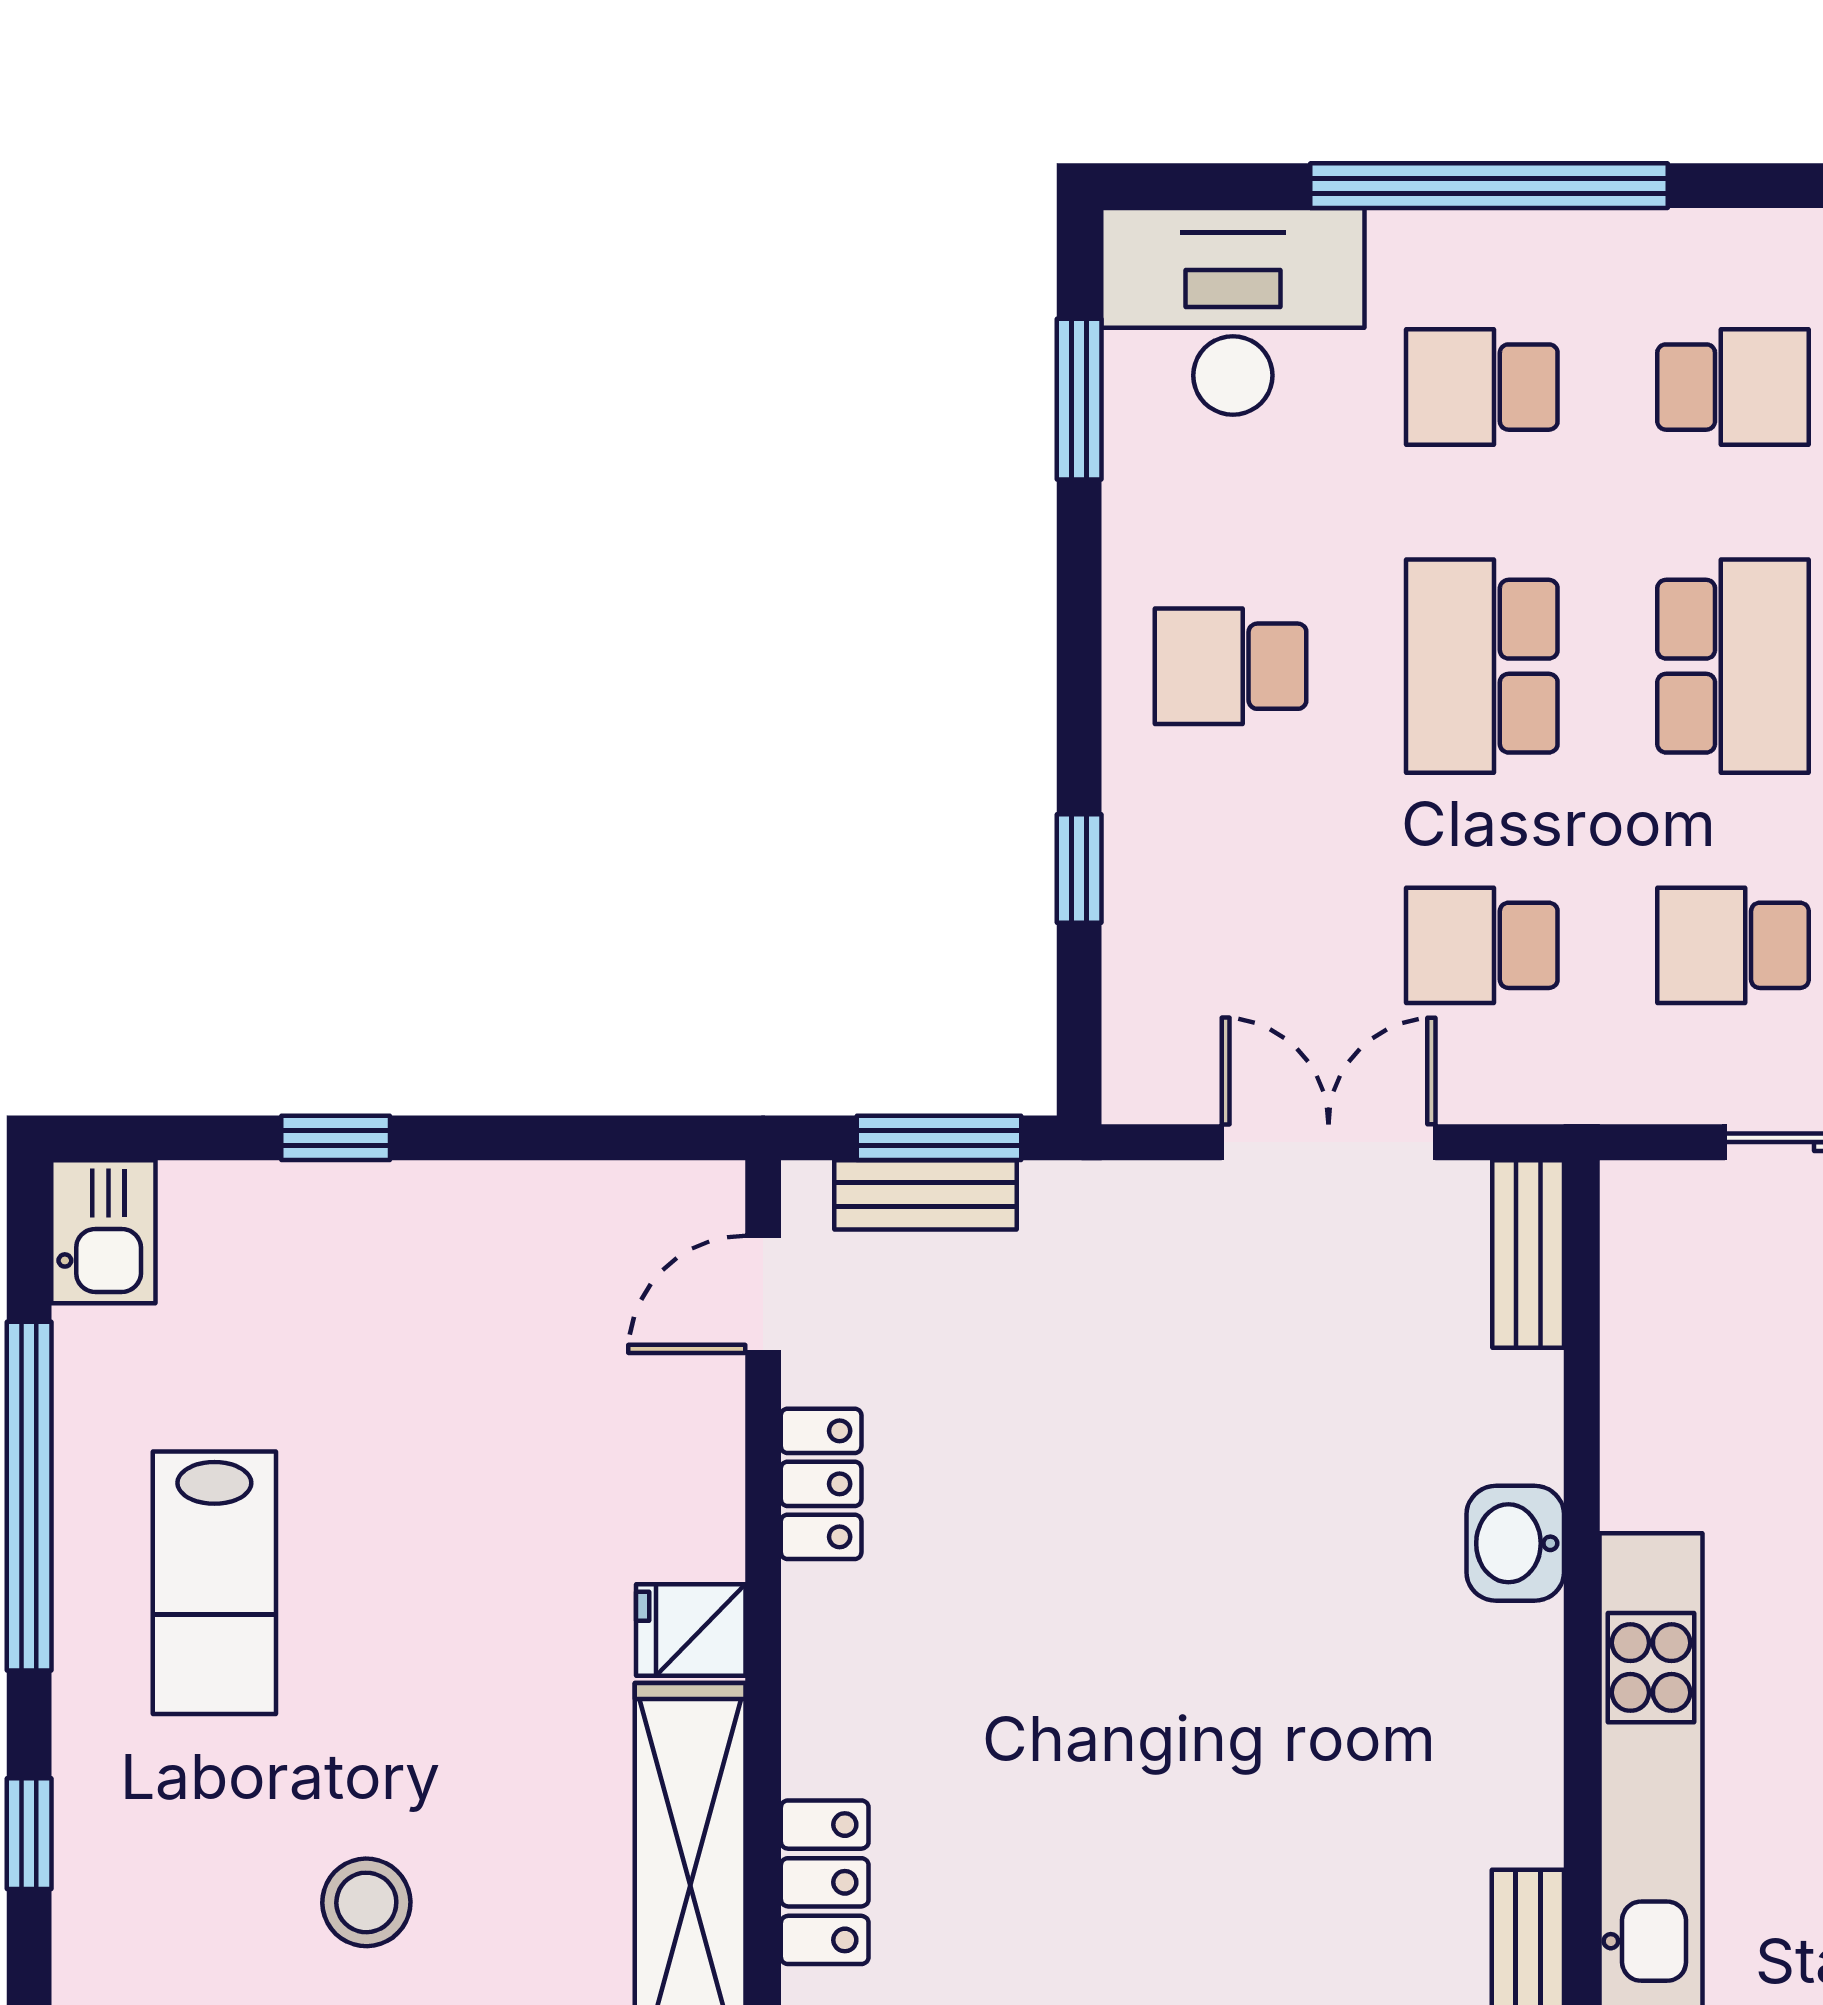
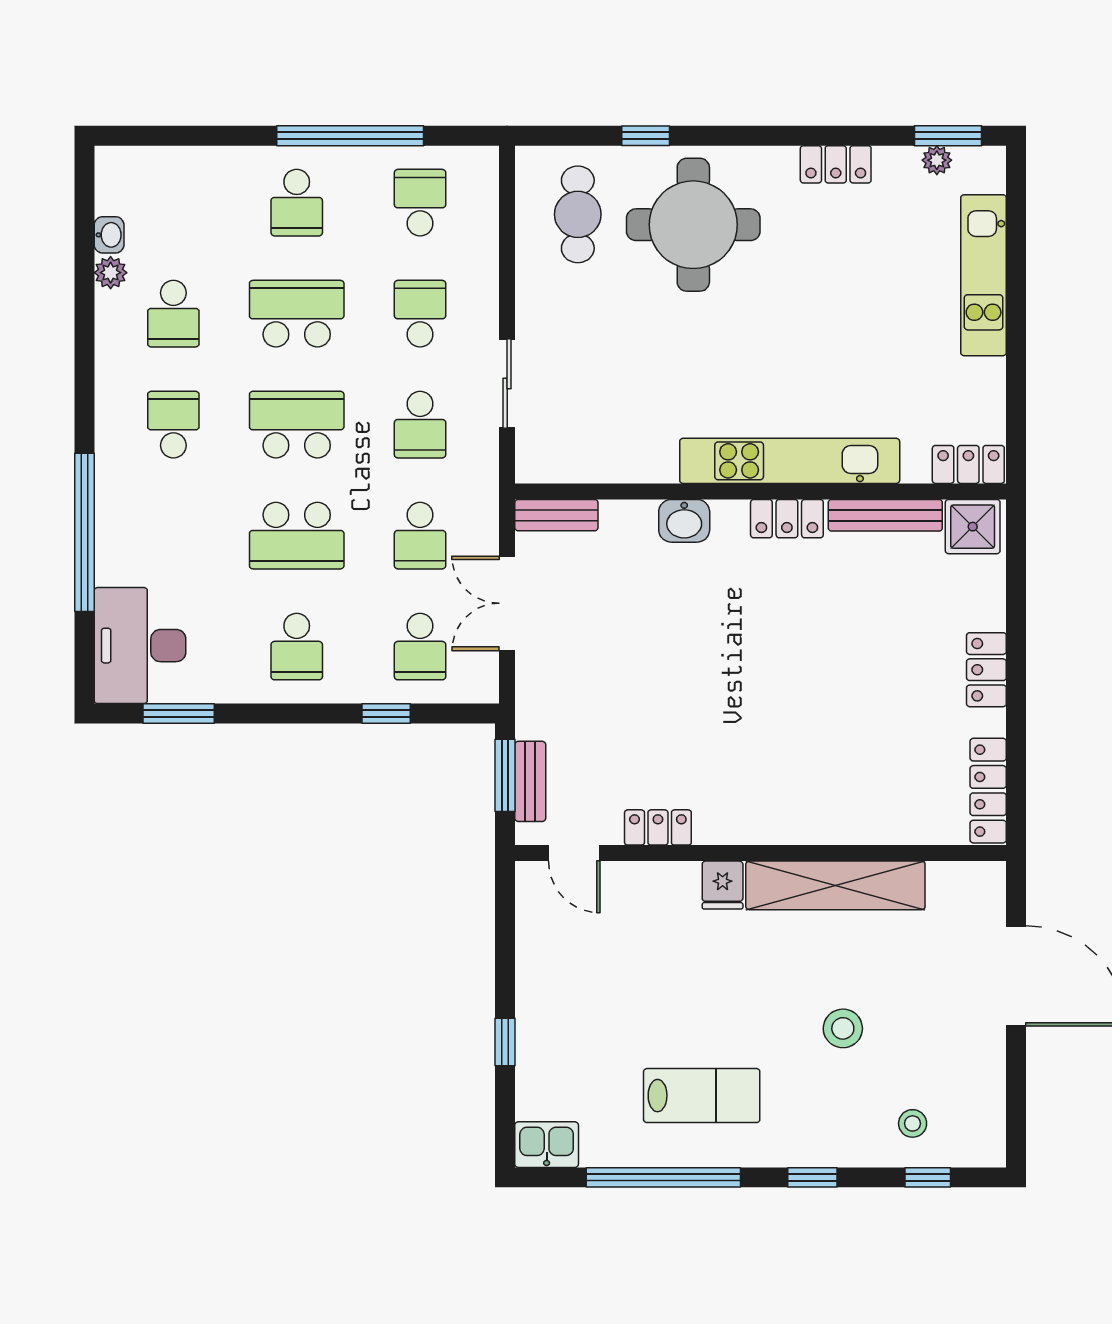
school desk: (1482, 387) -> (420, 647), moved
locker: (825, 1882) -> (787, 519), moved, turned 180

